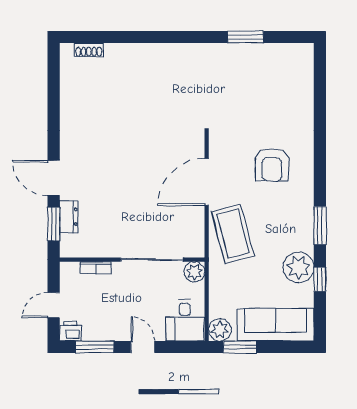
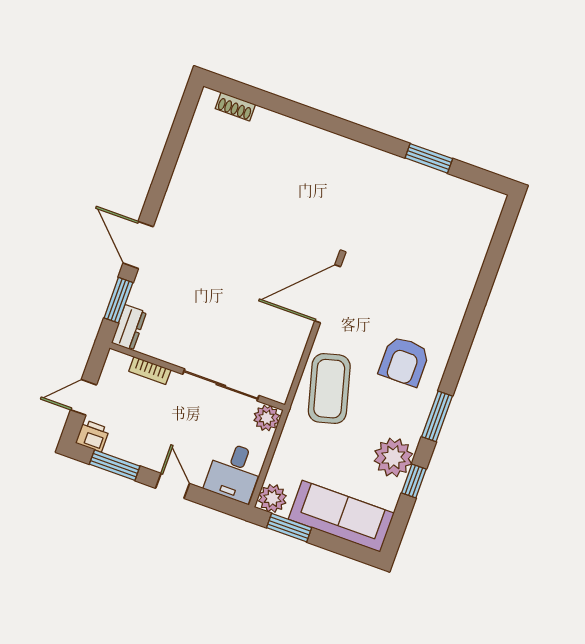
armchair: (272, 165) -> (404, 361), moved
door: (207, 182) -> (328, 294), moved
dresser: (69, 217) -> (129, 328), moved

